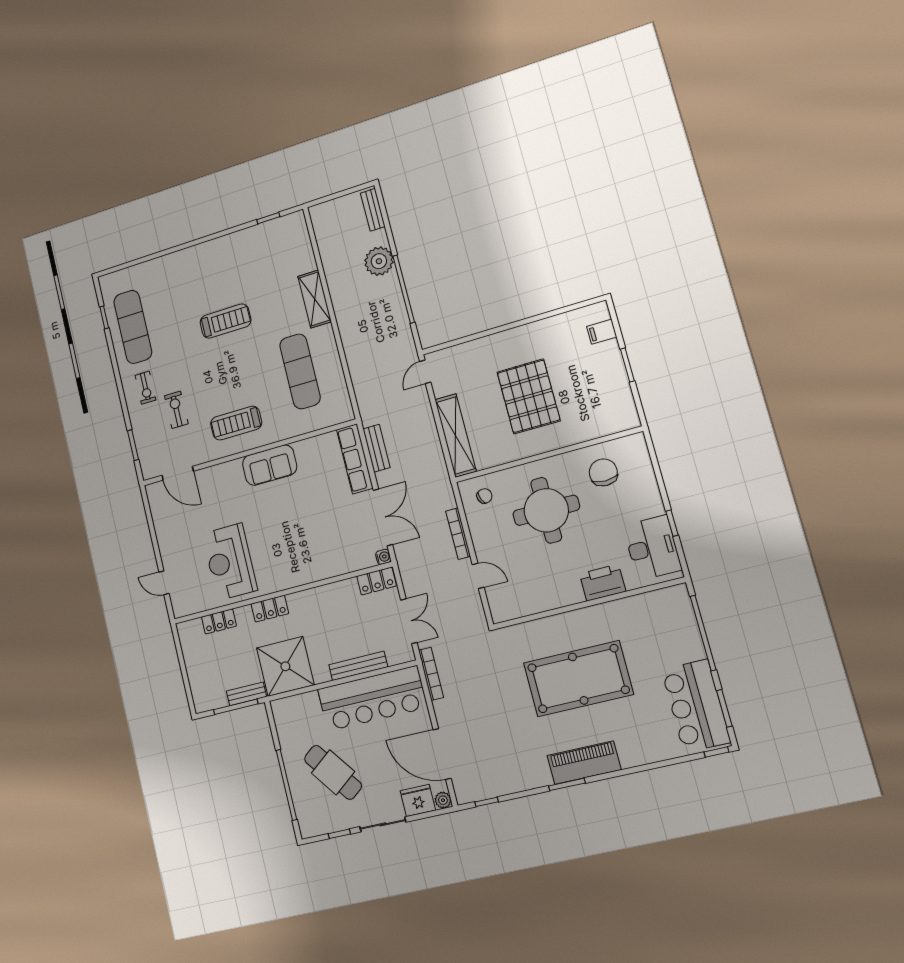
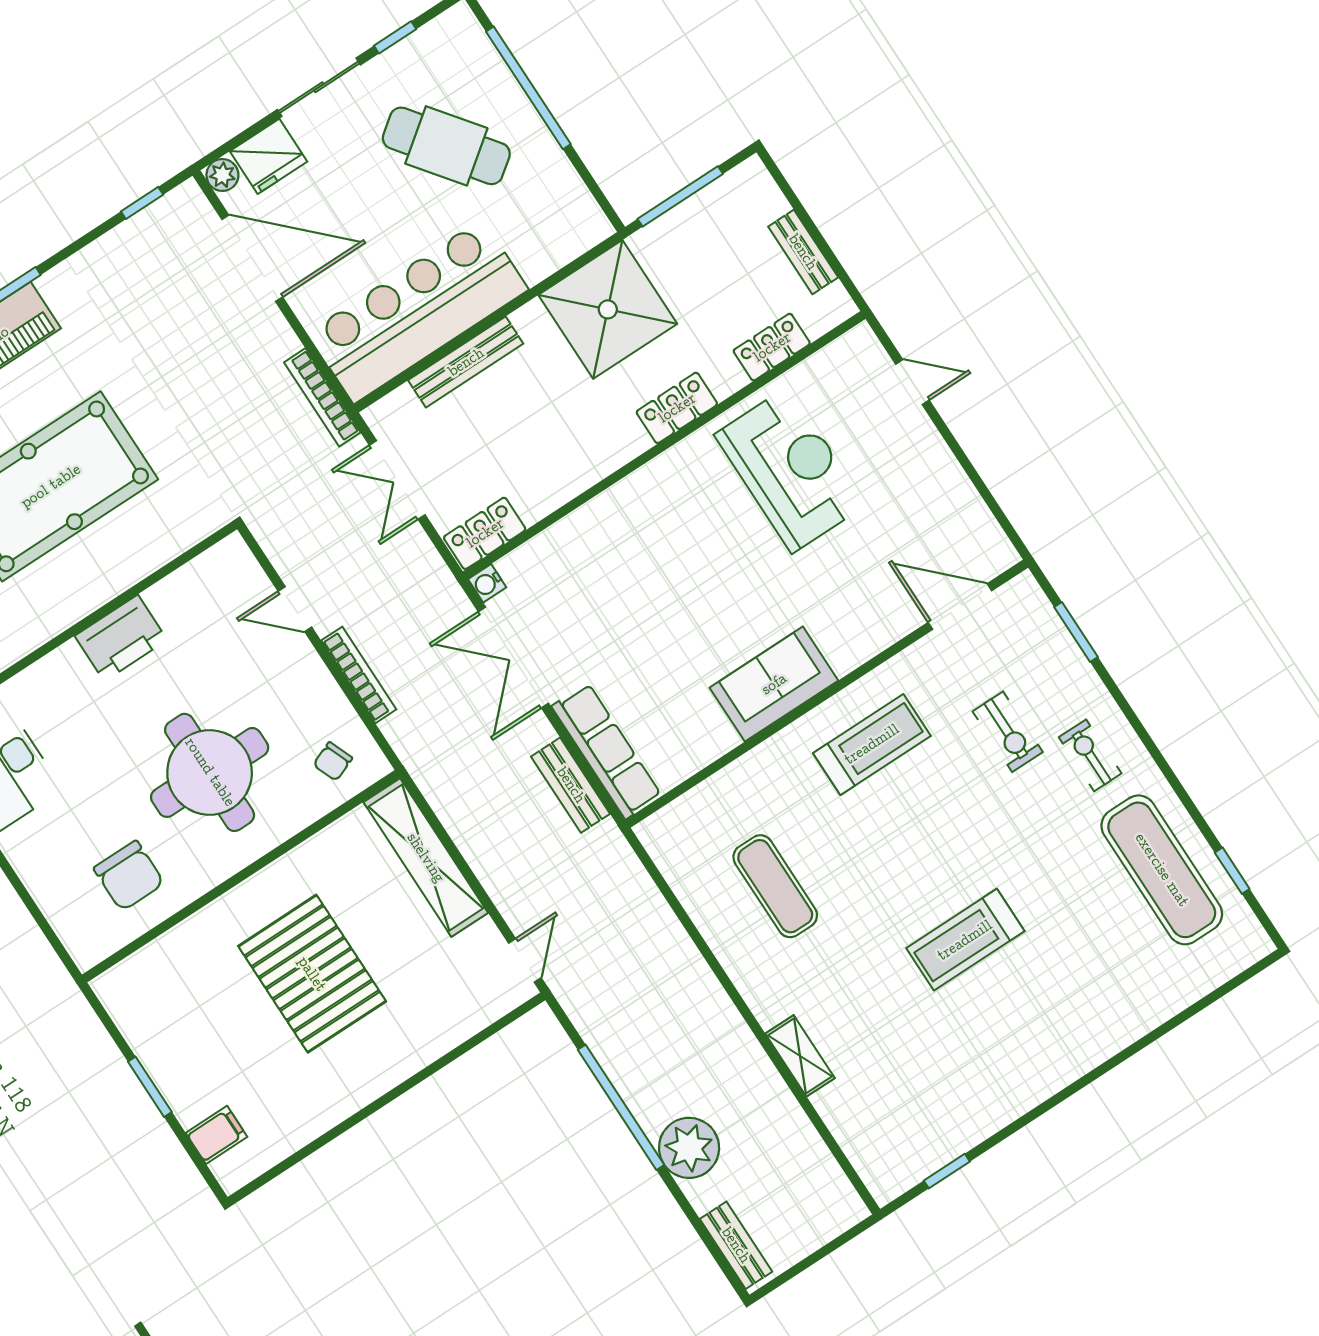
shelving: (315, 299) -> (800, 1056), width x0.67, depth x0.75
exercise mat: (300, 371) -> (775, 886), width x0.73, depth x0.69
printer: (603, 583) -> (121, 638), moved
bench: (246, 694) -> (803, 252), moved, turned 90

